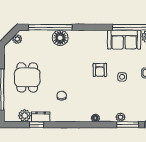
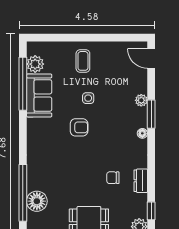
floor lamp: (60, 38) -> (37, 201), moved
dresser: (41, 117) -> (141, 181), moved
window: (128, 125) -> (151, 114), moved

